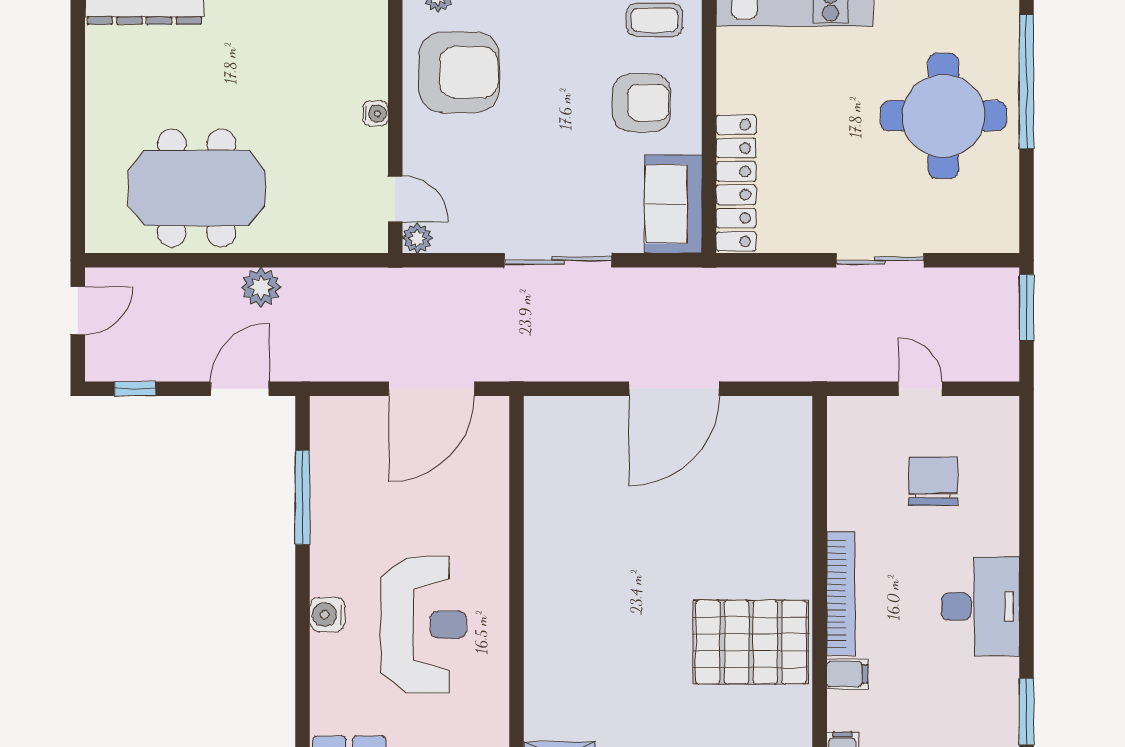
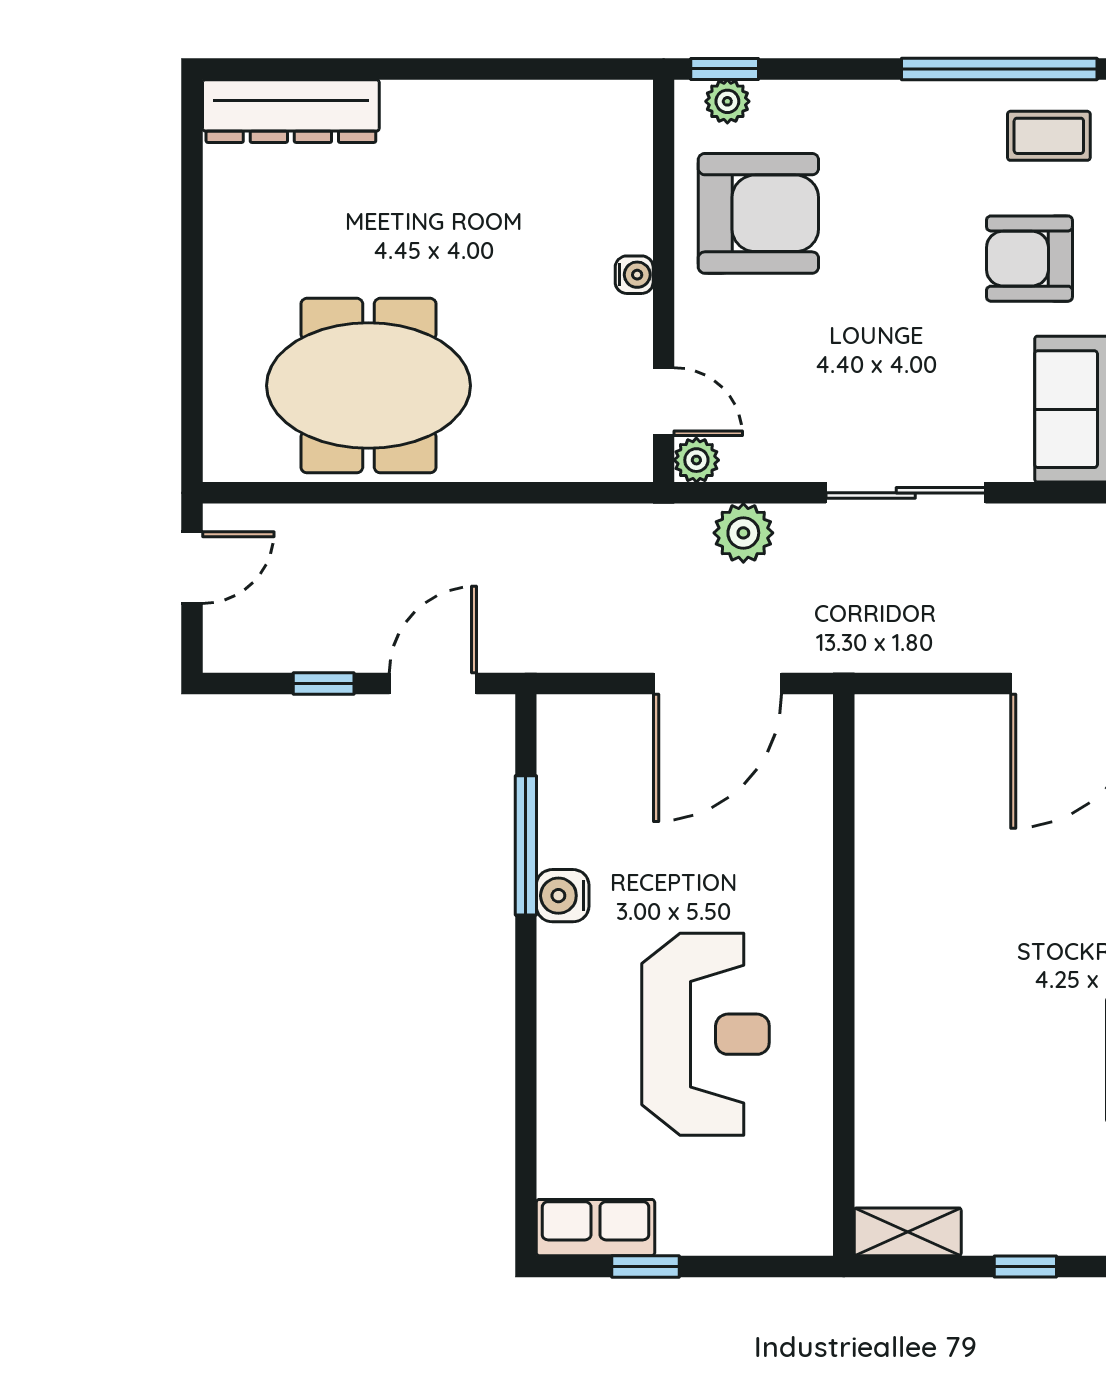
armchair: (641, 103) -> (1029, 259), turned 180
plant: (261, 287) -> (743, 533), moved
window: (135, 389) -> (324, 684), moved
water cooler: (327, 615) -> (563, 896), moved

